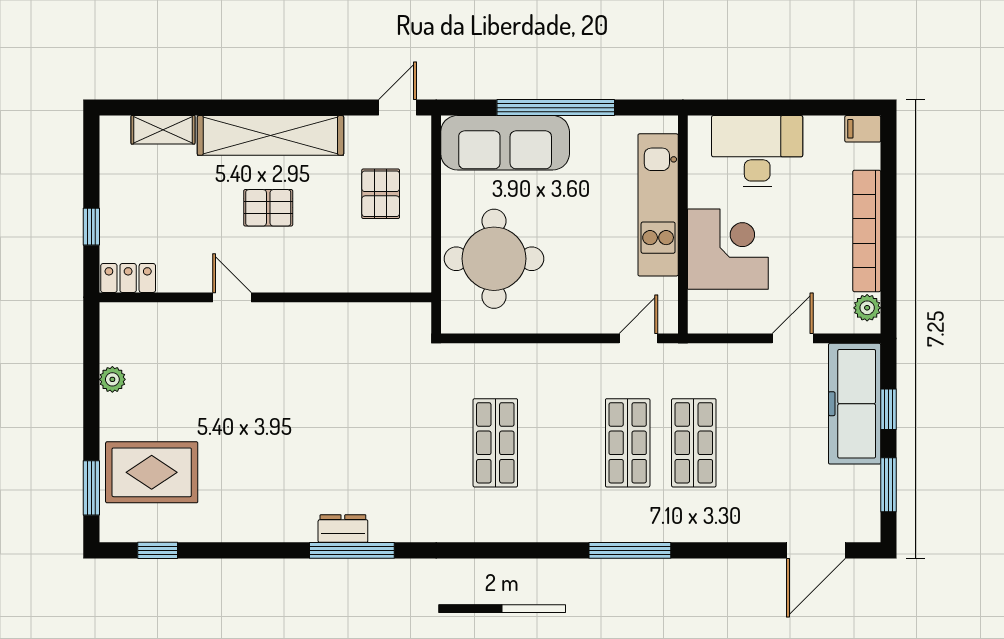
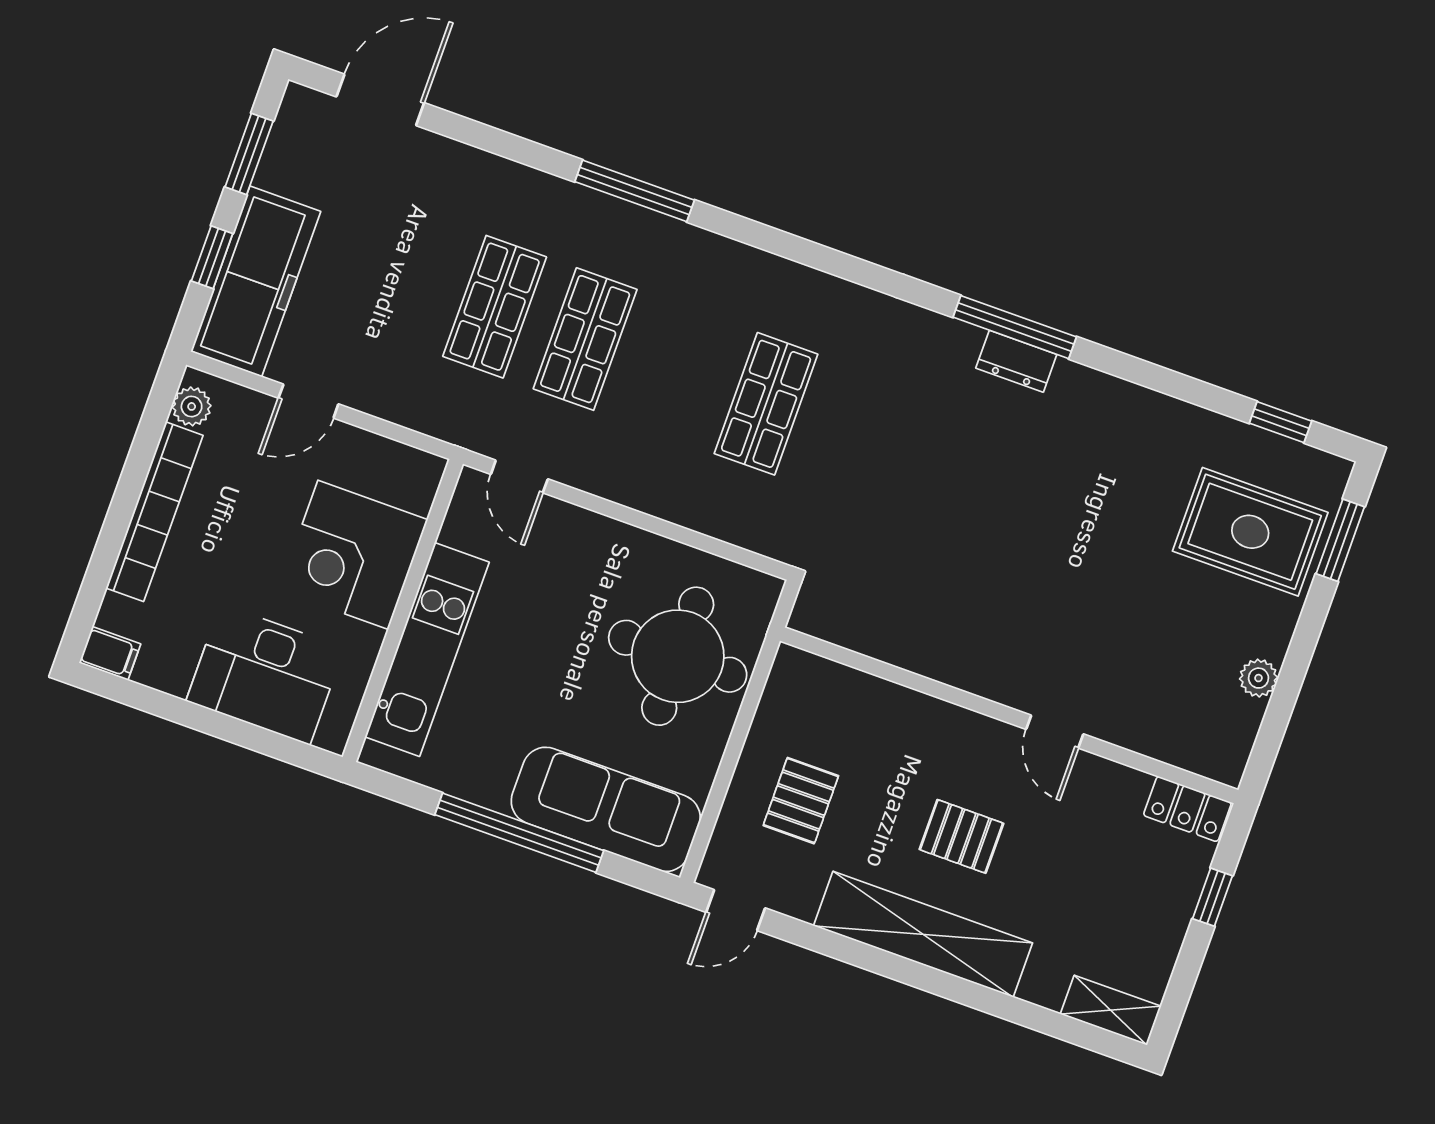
shelving: (163, 130) -> (1111, 1010), moved
door: (638, 338) -> (519, 477), hinge flipped

